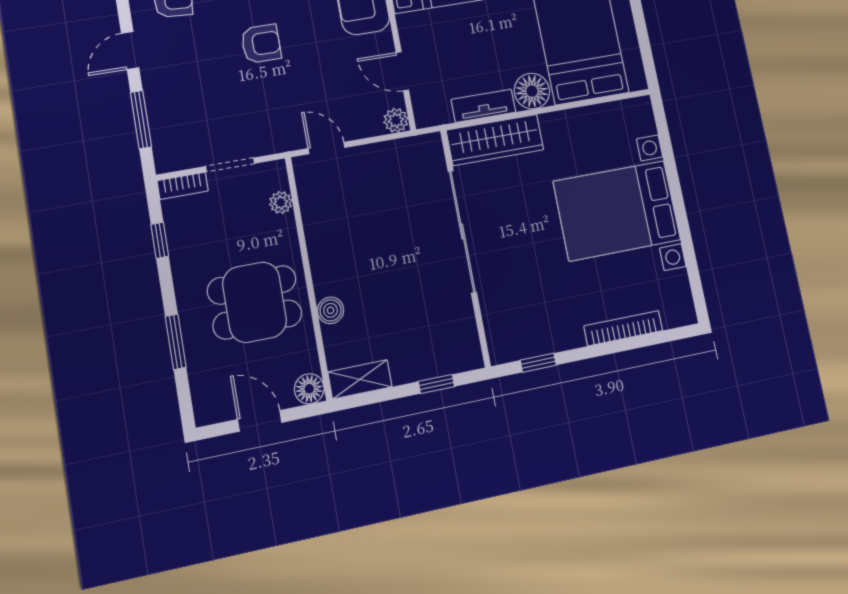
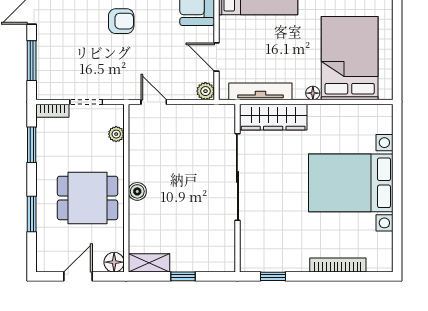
floor lamp: (532, 91) -> (313, 93), width x0.53, depth x0.53
tv unit: (483, 106) -> (260, 91), width x1.41
window: (160, 240) -> (32, 145), width x1.50
boiler: (331, 310) -> (137, 191), moved
window: (436, 384) -> (183, 276), moved
door: (260, 421) -> (78, 276), hinge flipped

